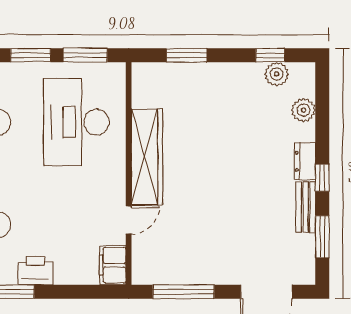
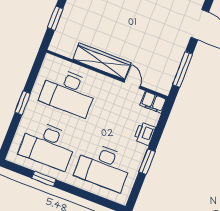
window: (85, 55) -> (34, 73), removed
printer: (35, 271) -> (145, 134), moved

